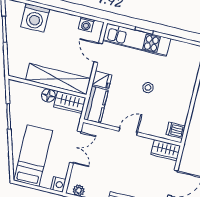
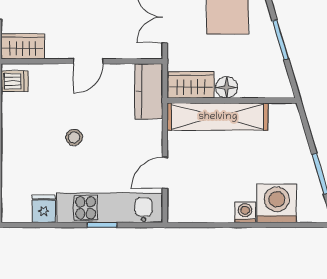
washing machine: (86, 25) -> (245, 212), moved
door: (98, 53) -> (165, 173), swing flipped
fridge: (102, 80) -> (44, 209), moved, turned 90

